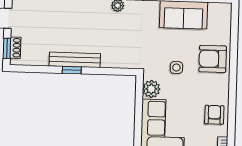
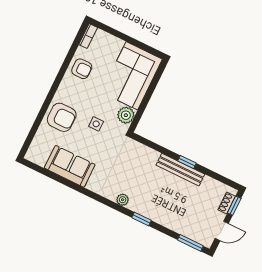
armchair: (214, 115) -> (82, 69), turned -90

